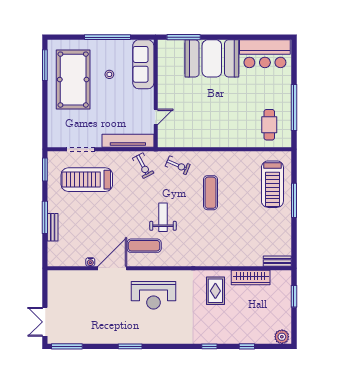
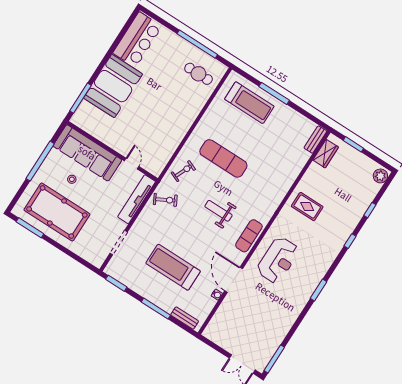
sofa: (143, 64) -> (87, 153), width x1.36, depth x1.27
treadmill: (87, 180) -> (173, 267), moved, turned 90
exercise mat: (211, 193) -> (223, 158), width x1.36, depth x1.45
bench: (53, 227) -> (185, 318), moved
exercise mat: (144, 246) -> (249, 236), moved
wardrobe: (251, 278) -> (326, 154), moved, width x0.67
window: (130, 346) -> (319, 290), moved

